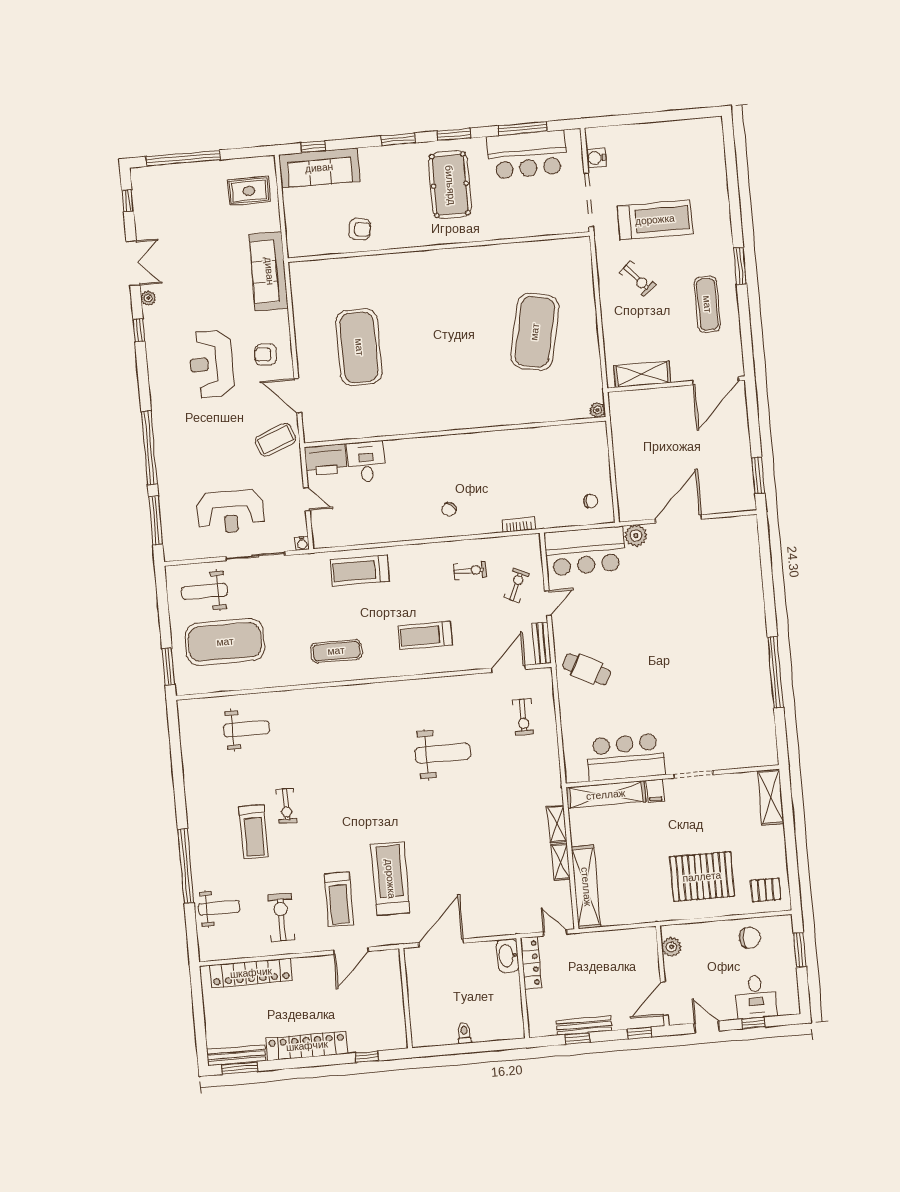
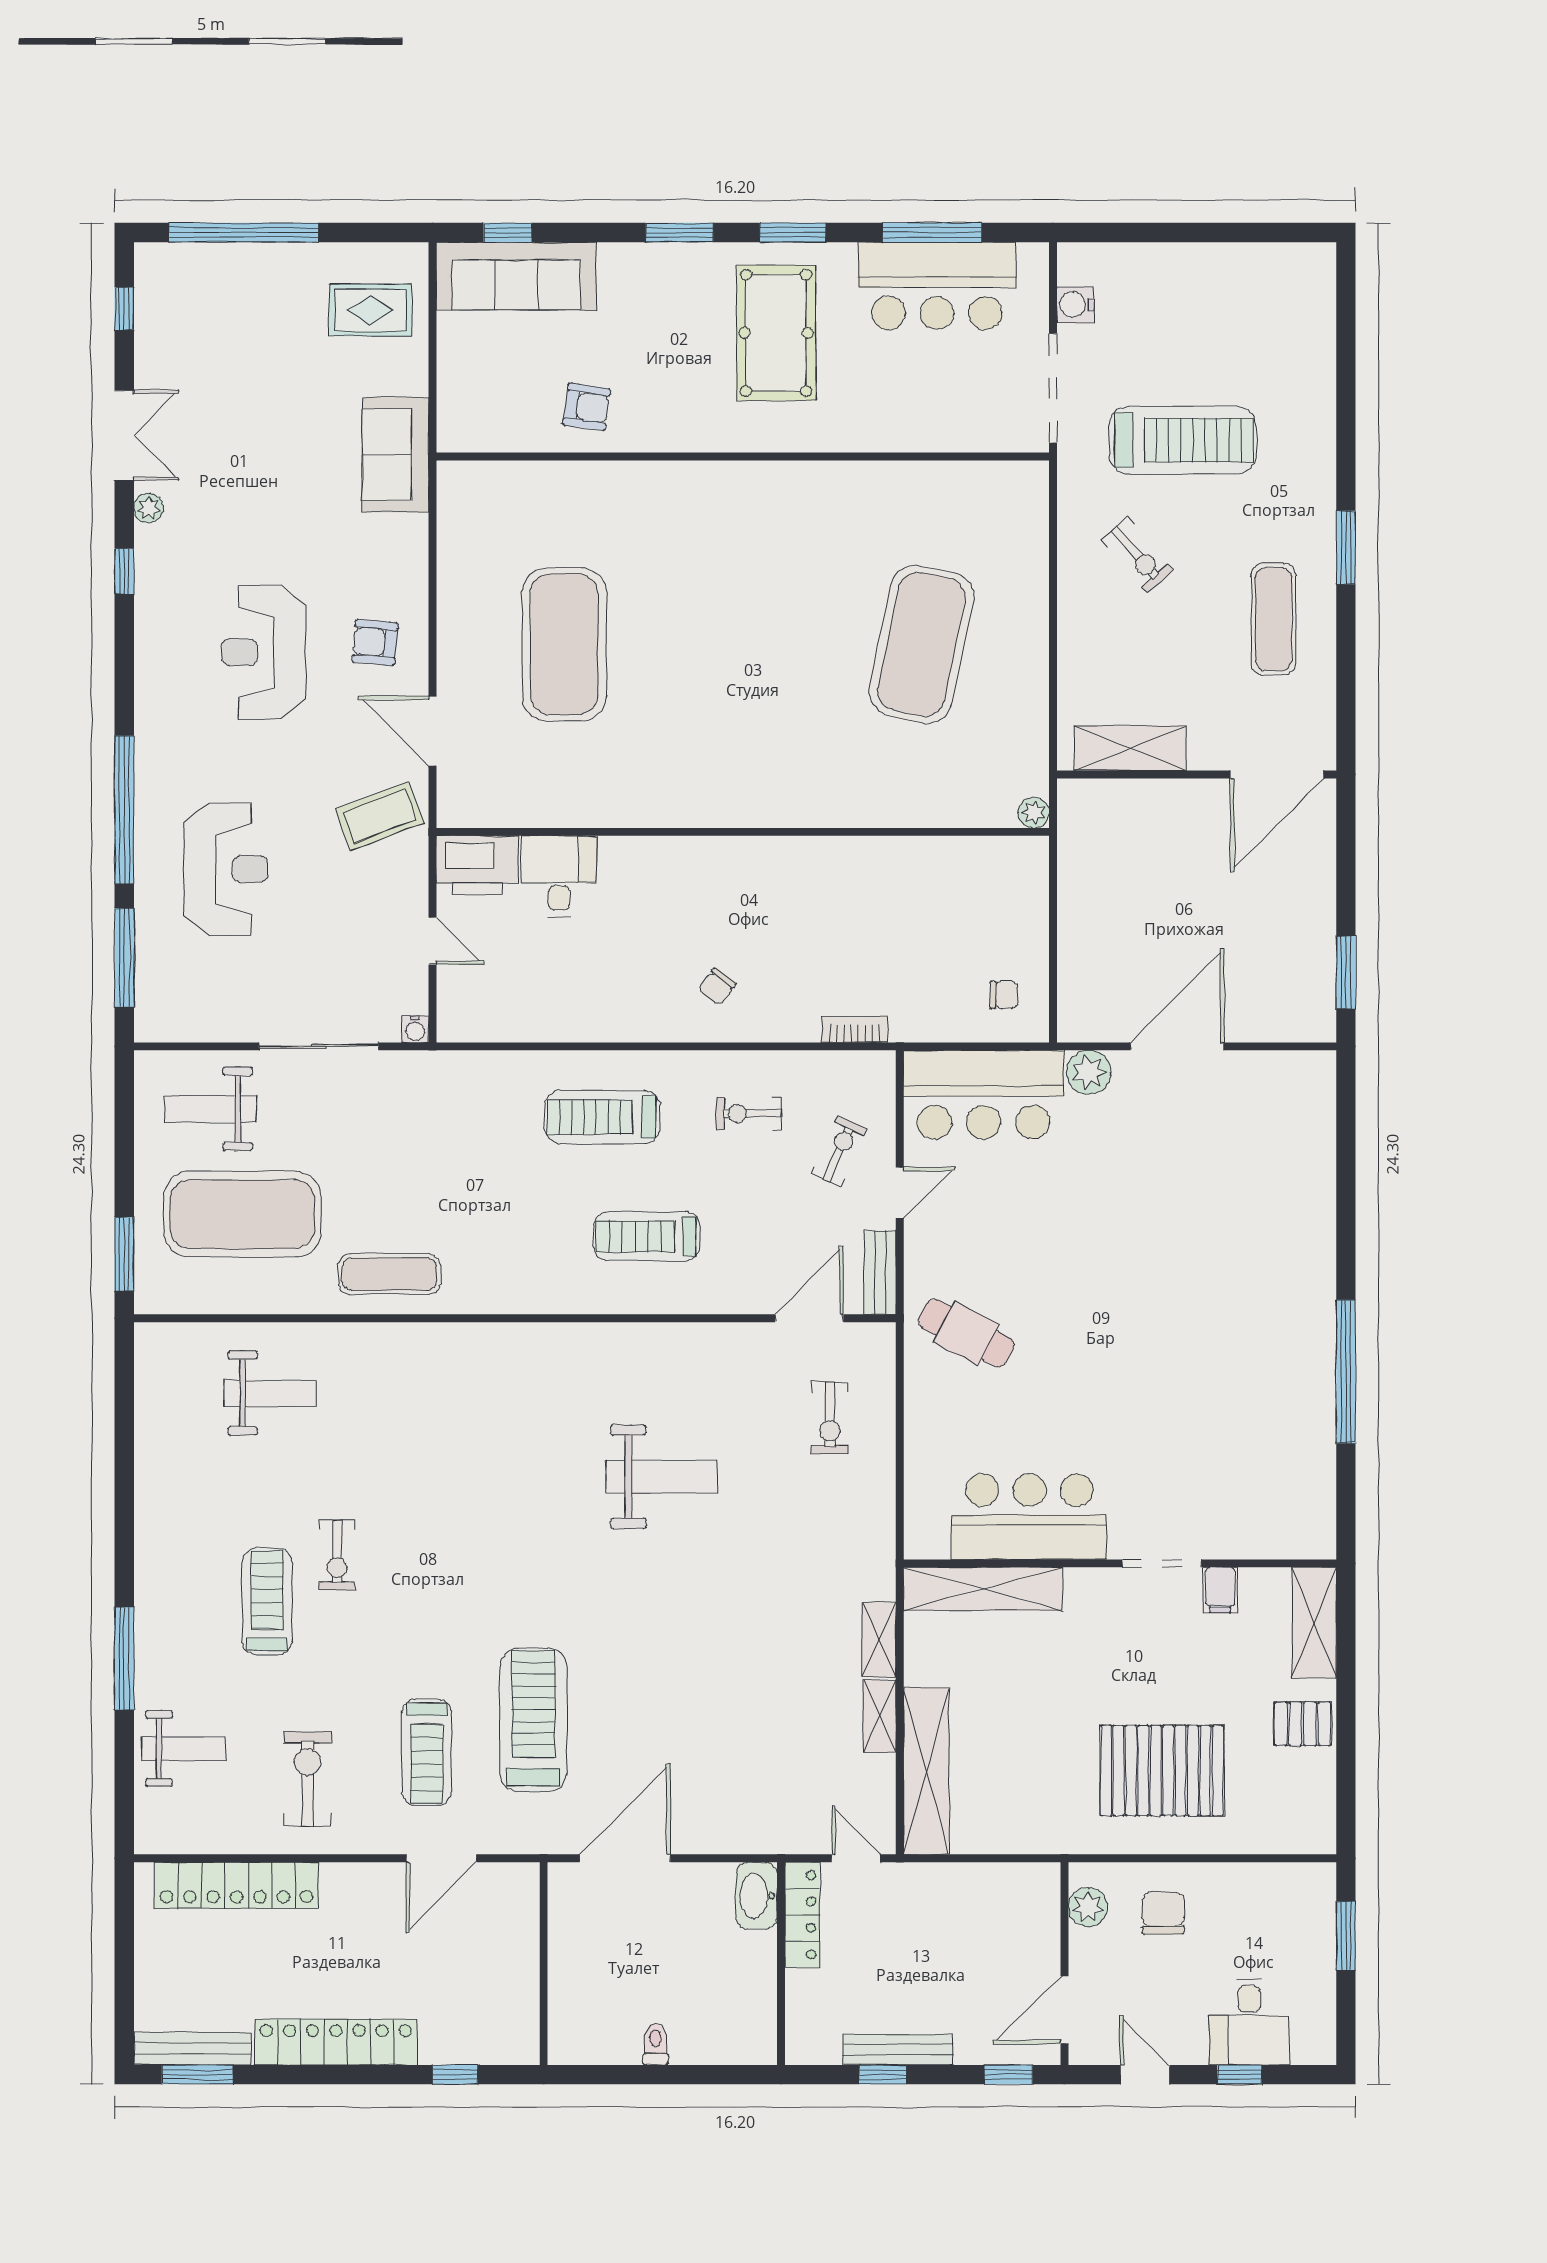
sofa: (269, 271) -> (395, 455), width x0.73
reception desk: (230, 512) -> (226, 869), moved, turned -90
treadmill: (360, 570) -> (602, 1117), moved
exercise bike: (470, 571) -> (749, 1114), turned 180
exercise mat: (336, 651) -> (389, 1274), moved
filing cabinet: (655, 791) -> (1220, 1590), moved
treadmill: (254, 832) -> (267, 1602), turned 180
window: (186, 866) -> (124, 1658), width x0.68
pallet: (766, 890) -> (1303, 1724), moved
chair: (750, 938) -> (1163, 1913), moved, turned -90

